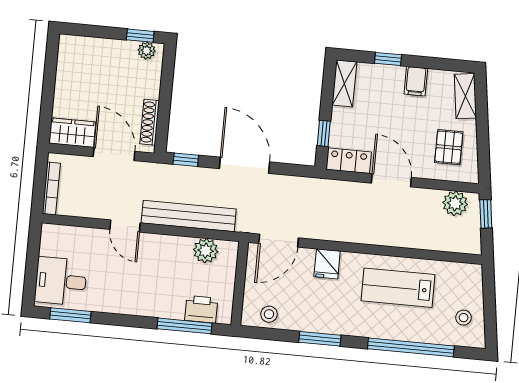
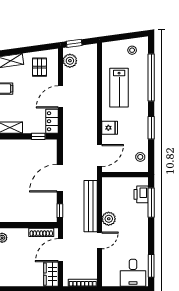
pallet: (449, 147) -> (39, 67), turned 90
door: (279, 241) -> (99, 156), hinge flipped
plant: (206, 251) -> (109, 219), moved

